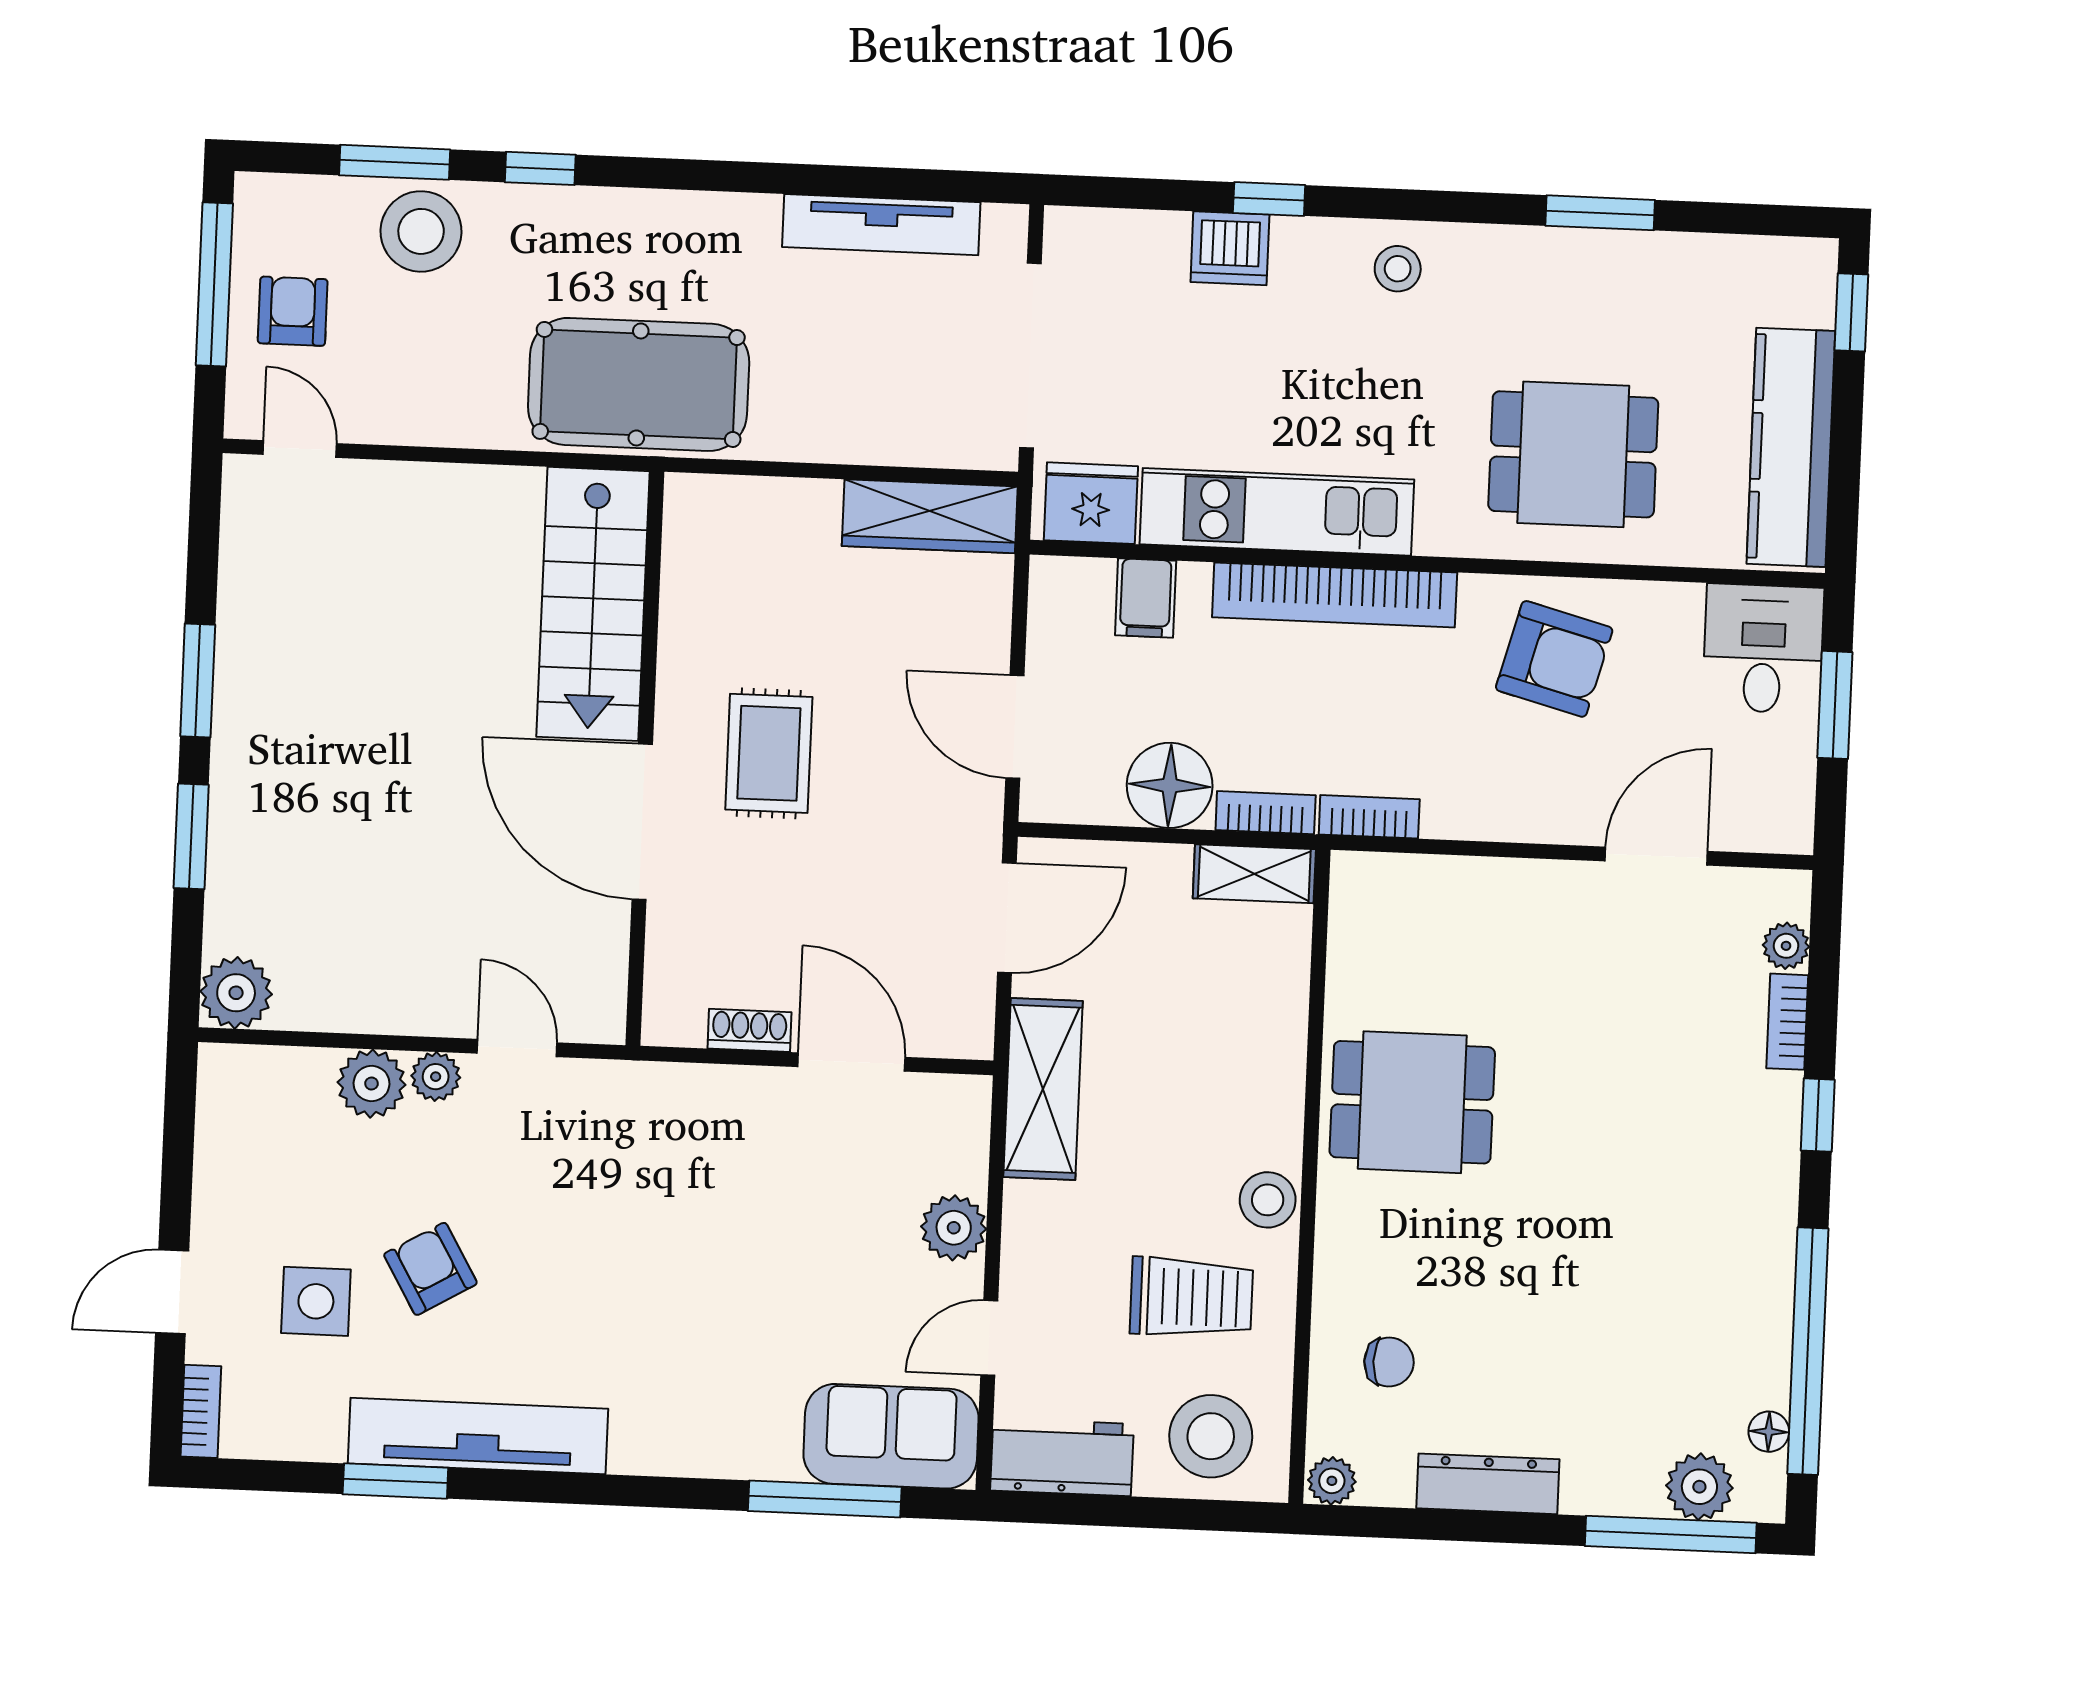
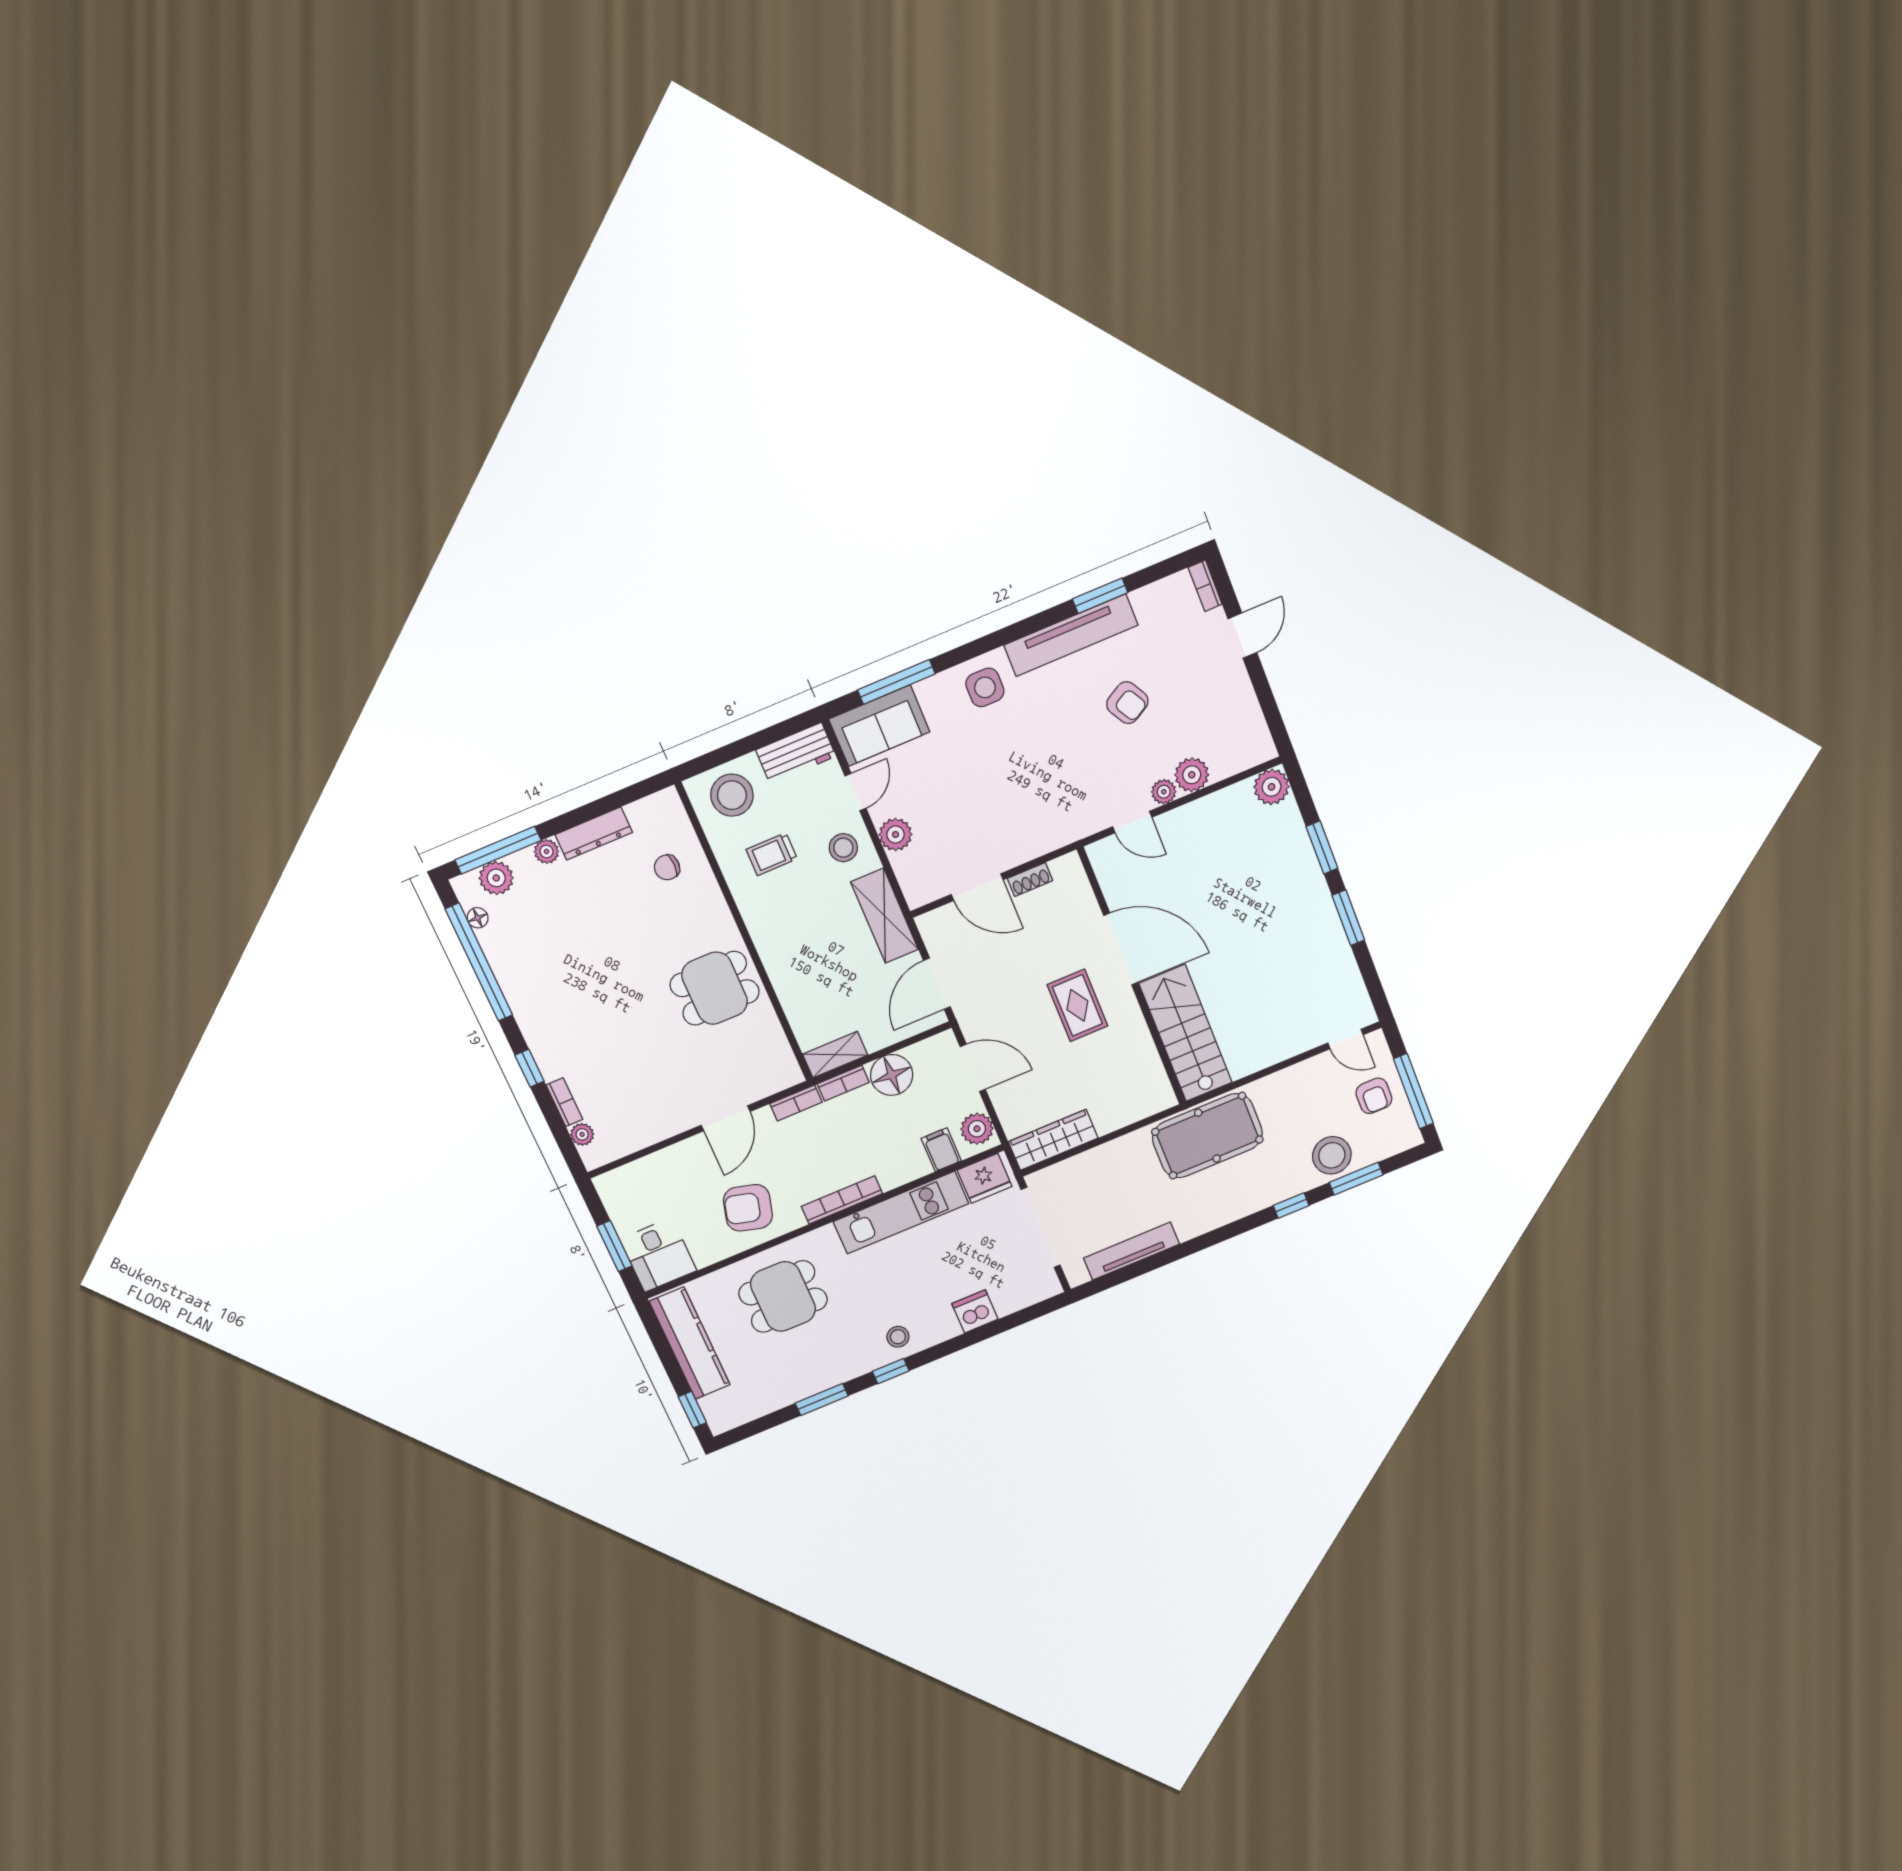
window: (1269, 199) -> (891, 1371), moved
bookcase: (1335, 595) -> (842, 1200), width x0.68, depth x0.76
plant: (1061, 606) -> (977, 1129), added
door: (1656, 856) -> (726, 1118), moved
stool: (1268, 1200) -> (843, 848), moved
trolley: (1191, 1297) -> (772, 854), width x0.73, depth x0.72
side table: (316, 1301) -> (985, 687), moved
plant: (1332, 1481) -> (546, 851), moved

